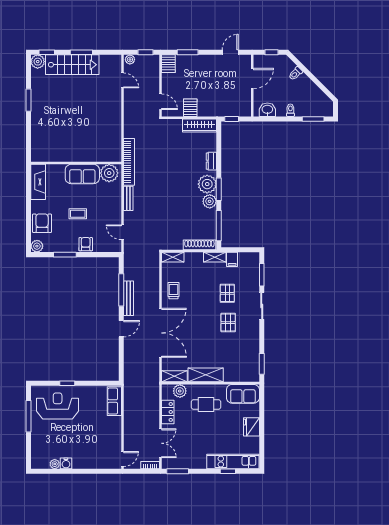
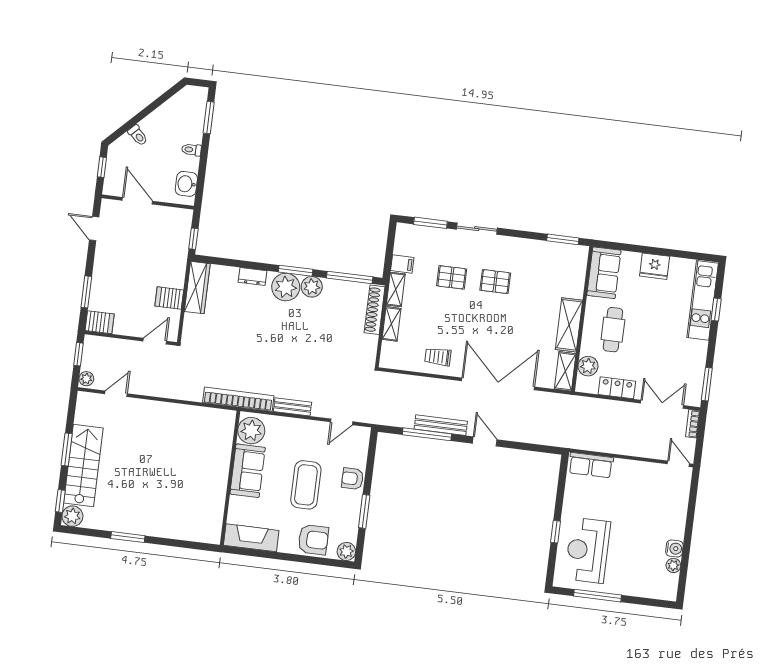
coffee table: (78, 214) -> (306, 485), width x1.86, depth x1.72
armchair: (42, 223) -> (313, 540), turned 180
shelving: (173, 257) -> (391, 324), moved

